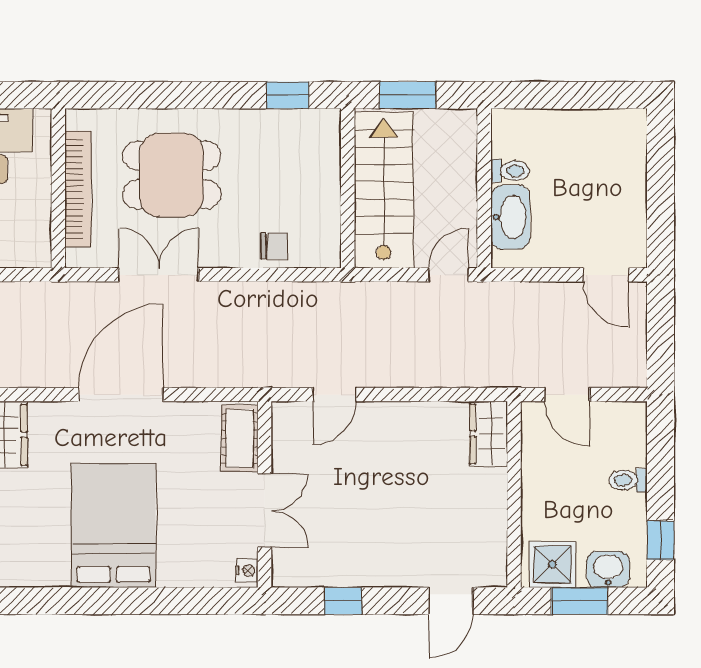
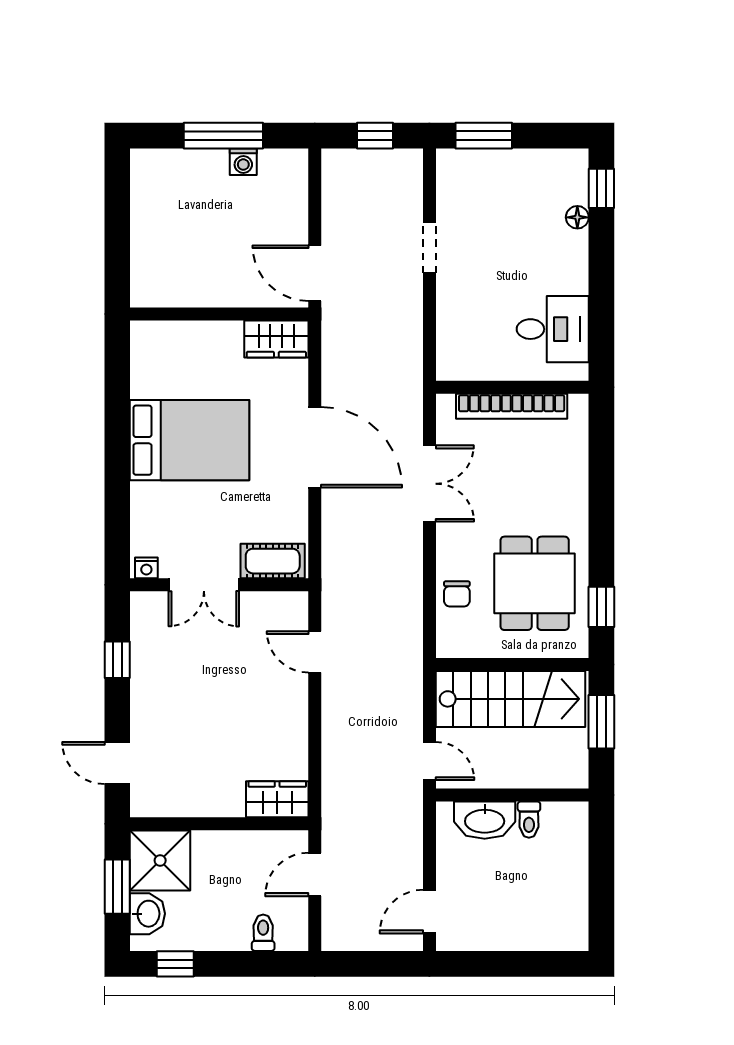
dining table: (172, 175) -> (535, 583), moved
toilet: (628, 480) -> (263, 933), moved
shower: (552, 564) -> (160, 860), width x1.36, depth x1.36

